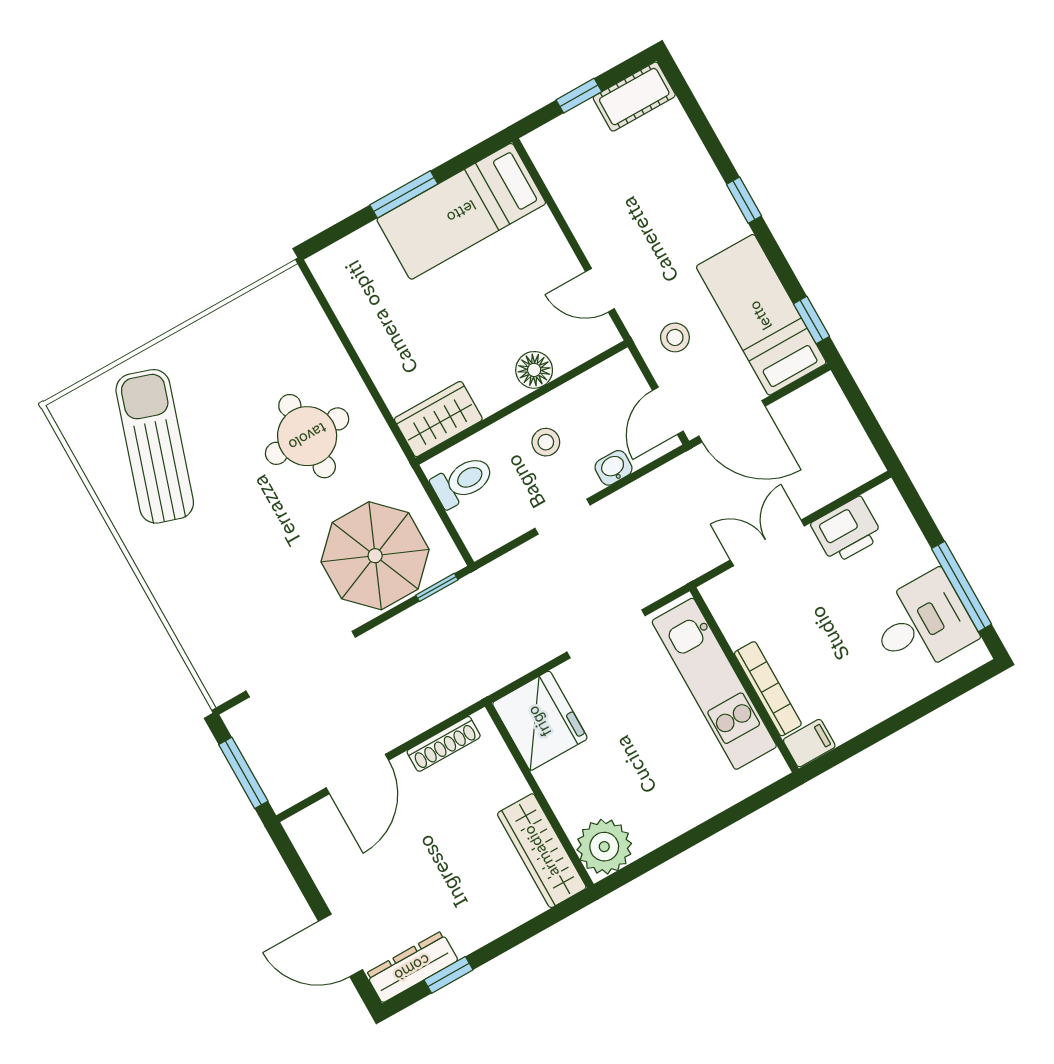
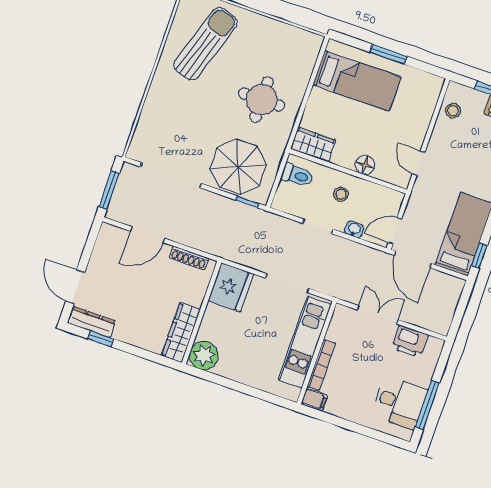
bed: (461, 211) -> (357, 81), moved, turned 180
stool: (675, 337) -> (453, 111), moved

